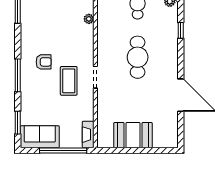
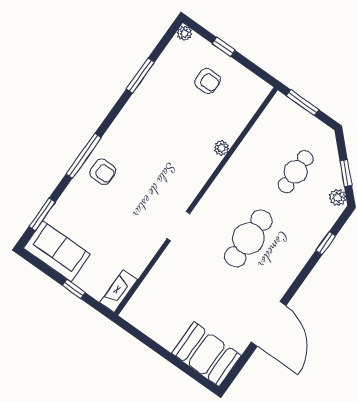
armchair: (44, 62) -> (103, 172), moved
coffee table: (69, 81) -> (142, 207), removed
booth: (133, 135) -> (207, 354), moved
window: (63, 151) -> (74, 289), width x0.32

